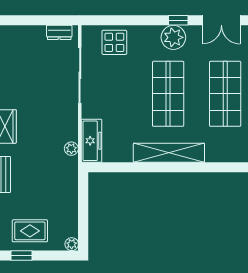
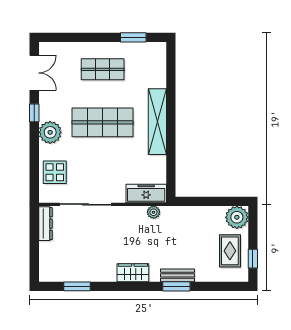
dresser: (59, 32) -> (45, 224), width x1.44
plant: (173, 37) -> (50, 132), moved
shop shelf: (225, 94) -> (103, 69), width x0.70, depth x0.74
plant: (72, 244) -> (237, 217), width x1.88, depth x1.88

